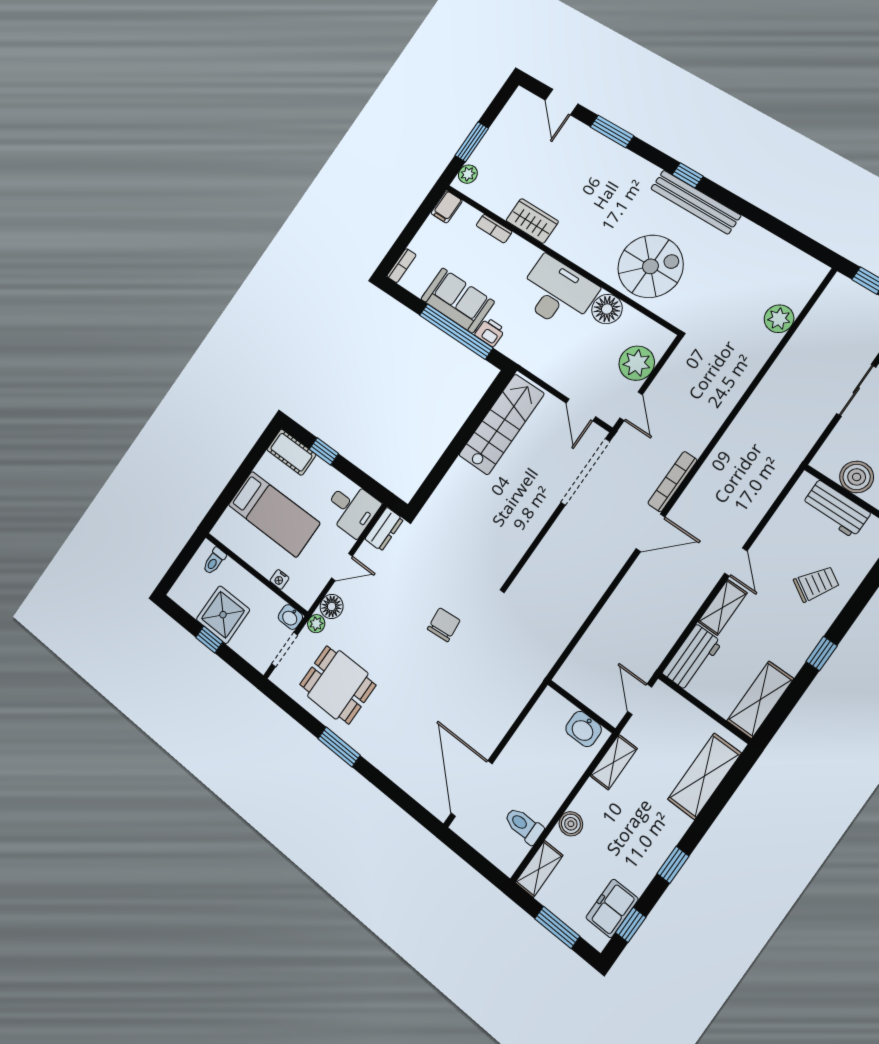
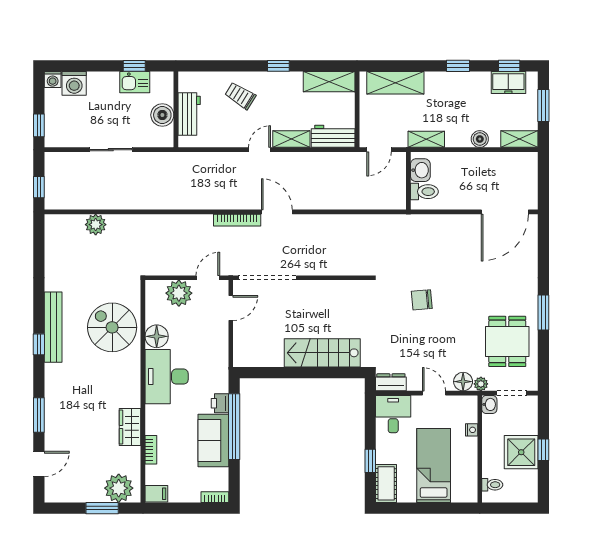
plant: (468, 174) -> (119, 488), width x1.87, depth x1.87
stairs: (501, 424) -> (322, 353), moved
toilet: (524, 825) -> (424, 192), moved, turned -90

